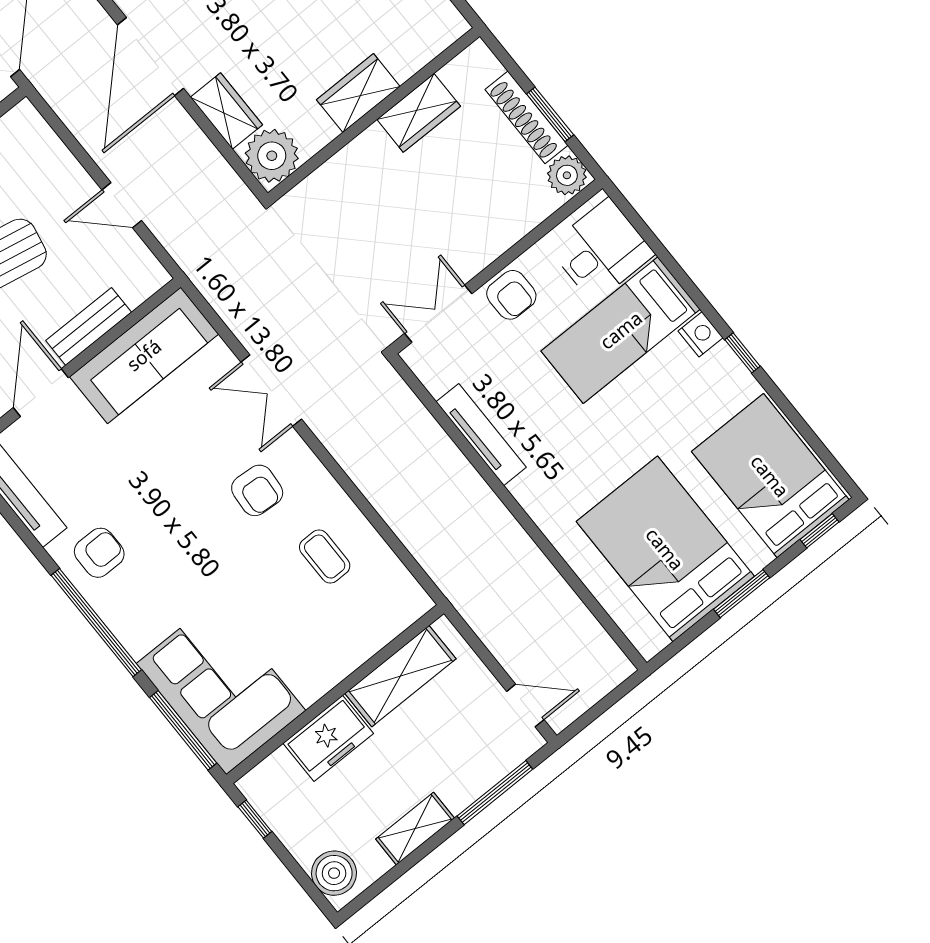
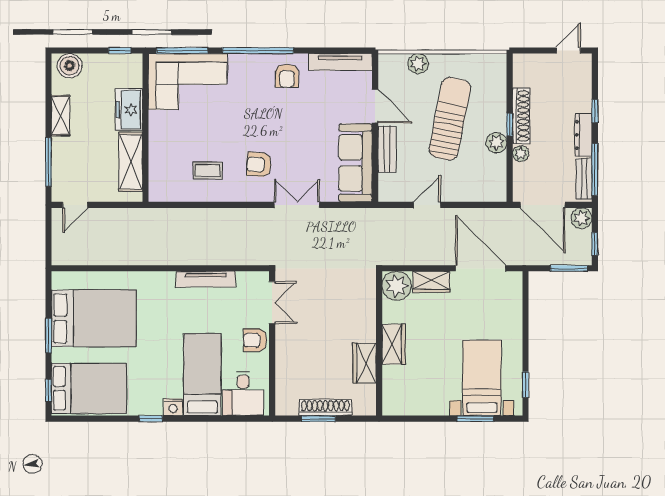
plant: (567, 175) -> (287, 405), removed

